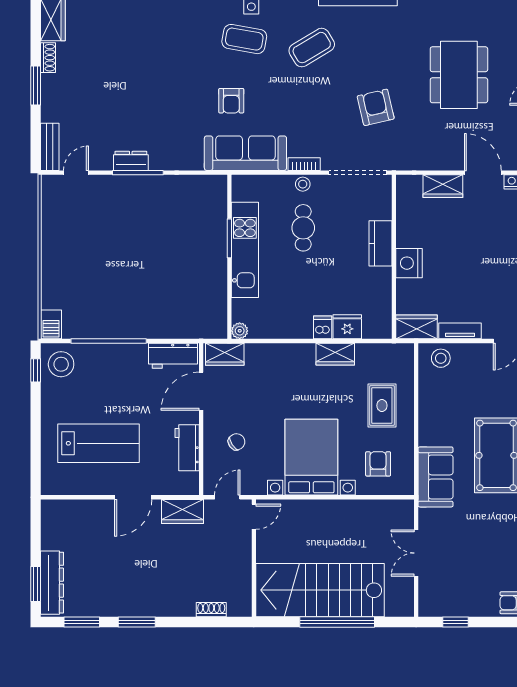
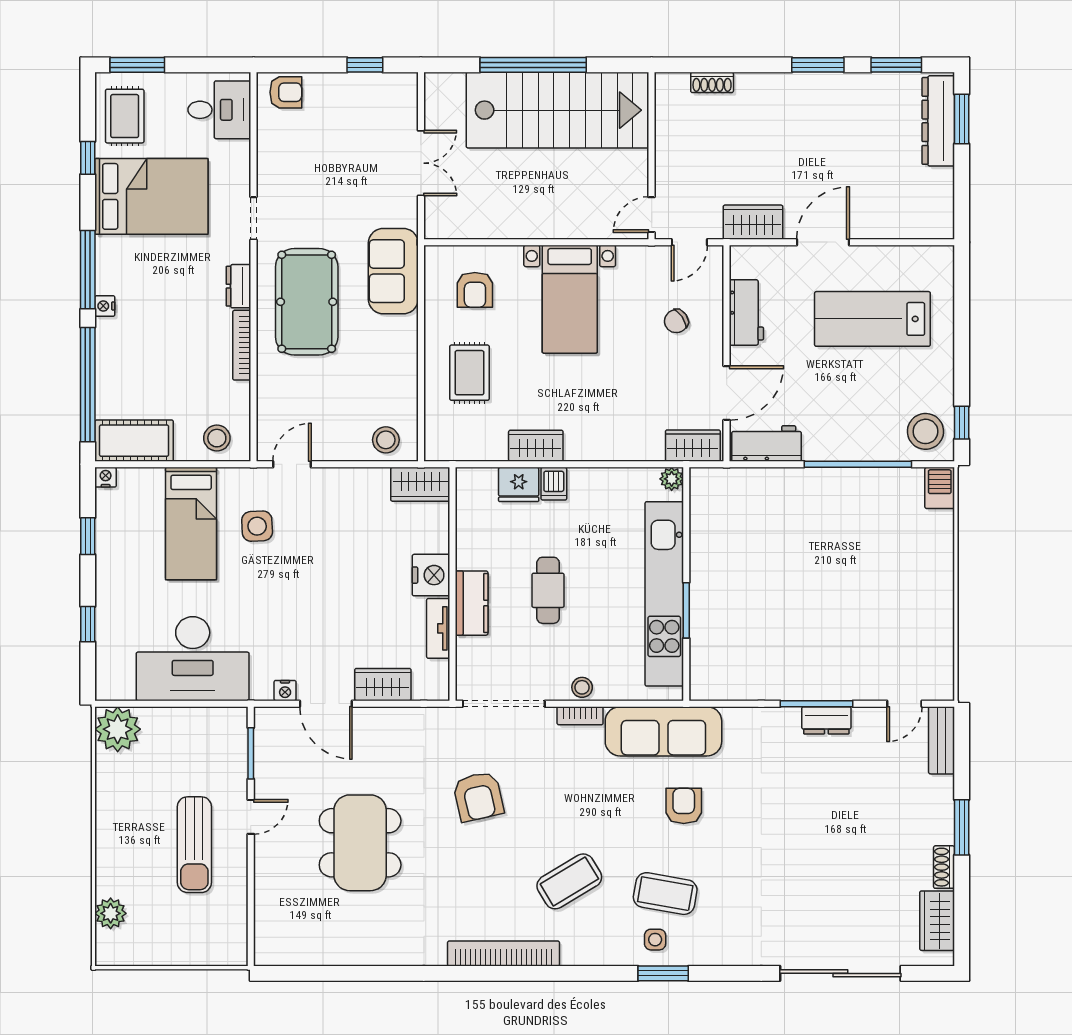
cafe table: (303, 228) -> (548, 590), moved
kitchen unit: (245, 250) -> (664, 594), width x1.36
tv unit: (460, 331) -> (438, 628), moved, turned 90
bed with nightstands: (311, 457) -> (570, 299), width x0.73

